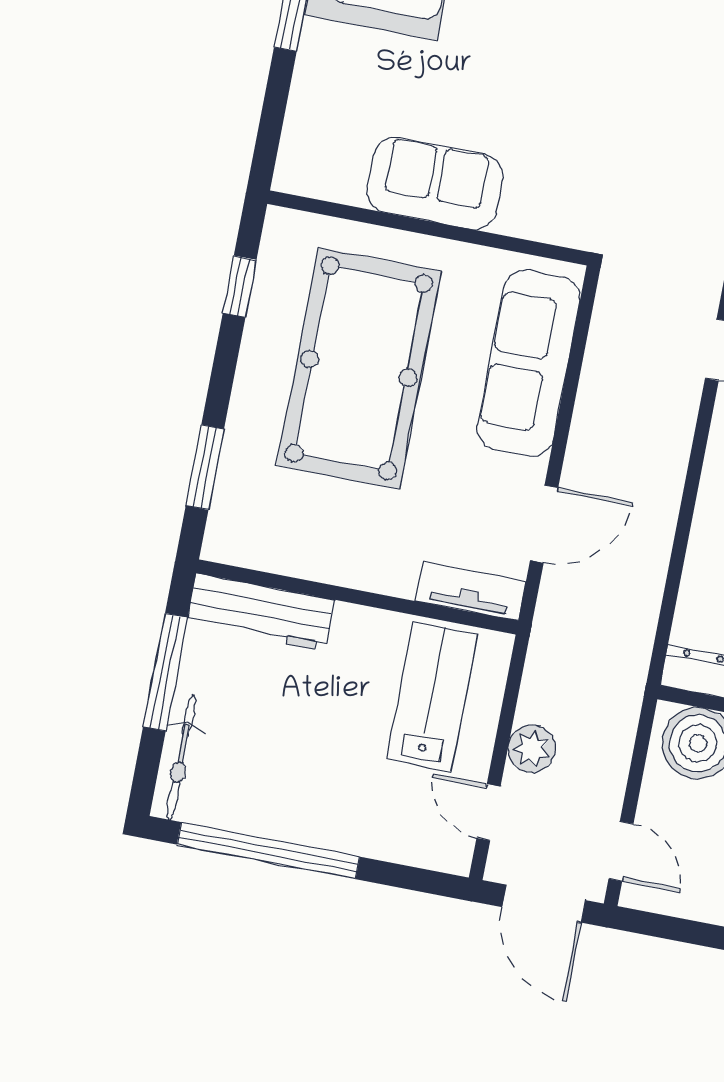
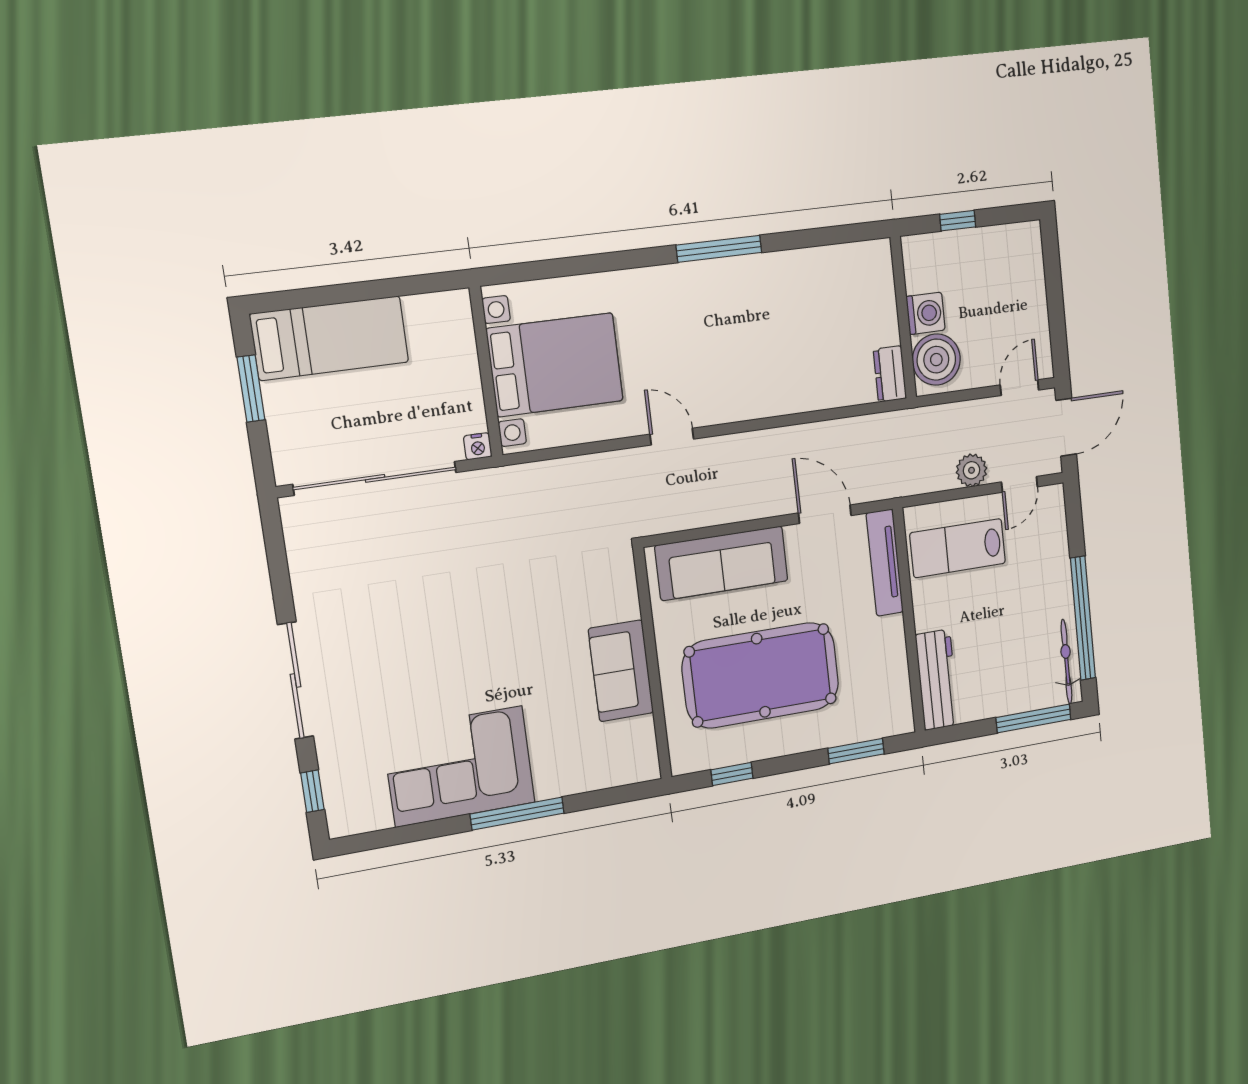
tv unit: (470, 591) -> (885, 563), width x1.41
window: (165, 672) -> (1034, 718), moved
bicycle: (181, 757) -> (1066, 662), moved, turned -90

